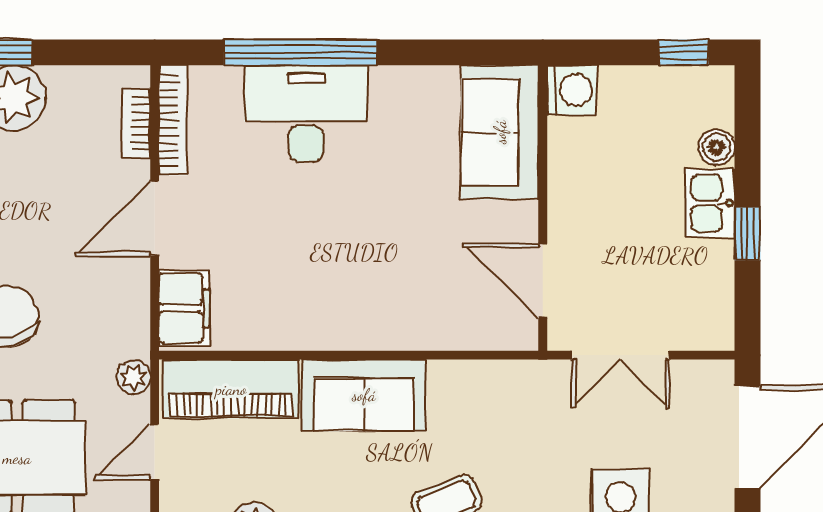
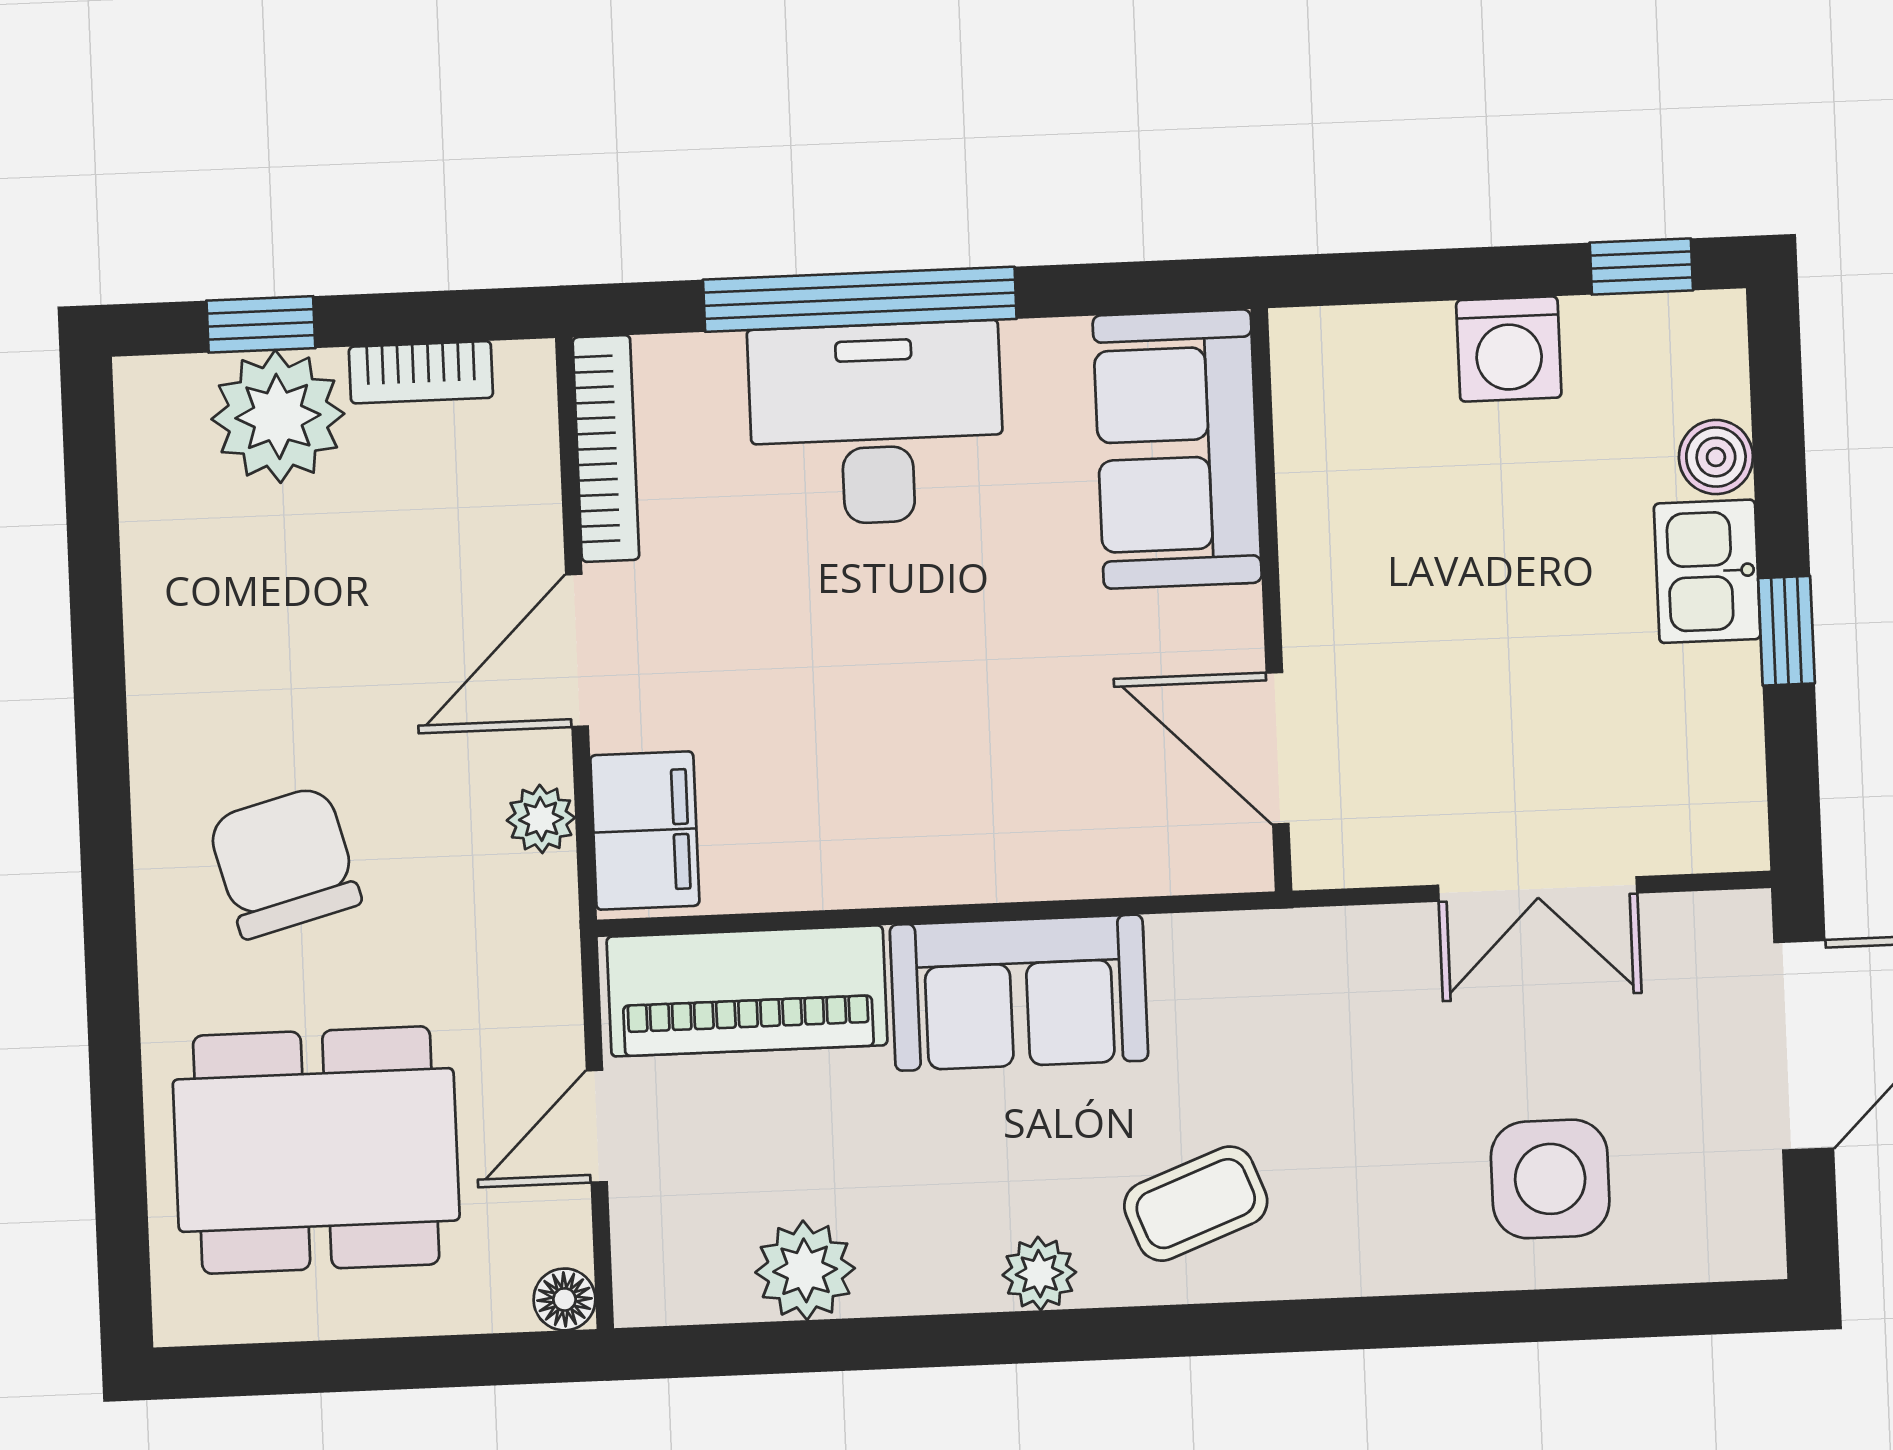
washing machine: (572, 90) -> (1509, 349), moved, turned 90
bookcase: (136, 123) -> (421, 372), moved, turned -90
sofa: (500, 132) -> (1177, 449), moved
wall: (543, 208) -> (1271, 600), moved
door: (543, 281) -> (1278, 748), moved
plant: (134, 377) -> (541, 819), moved

